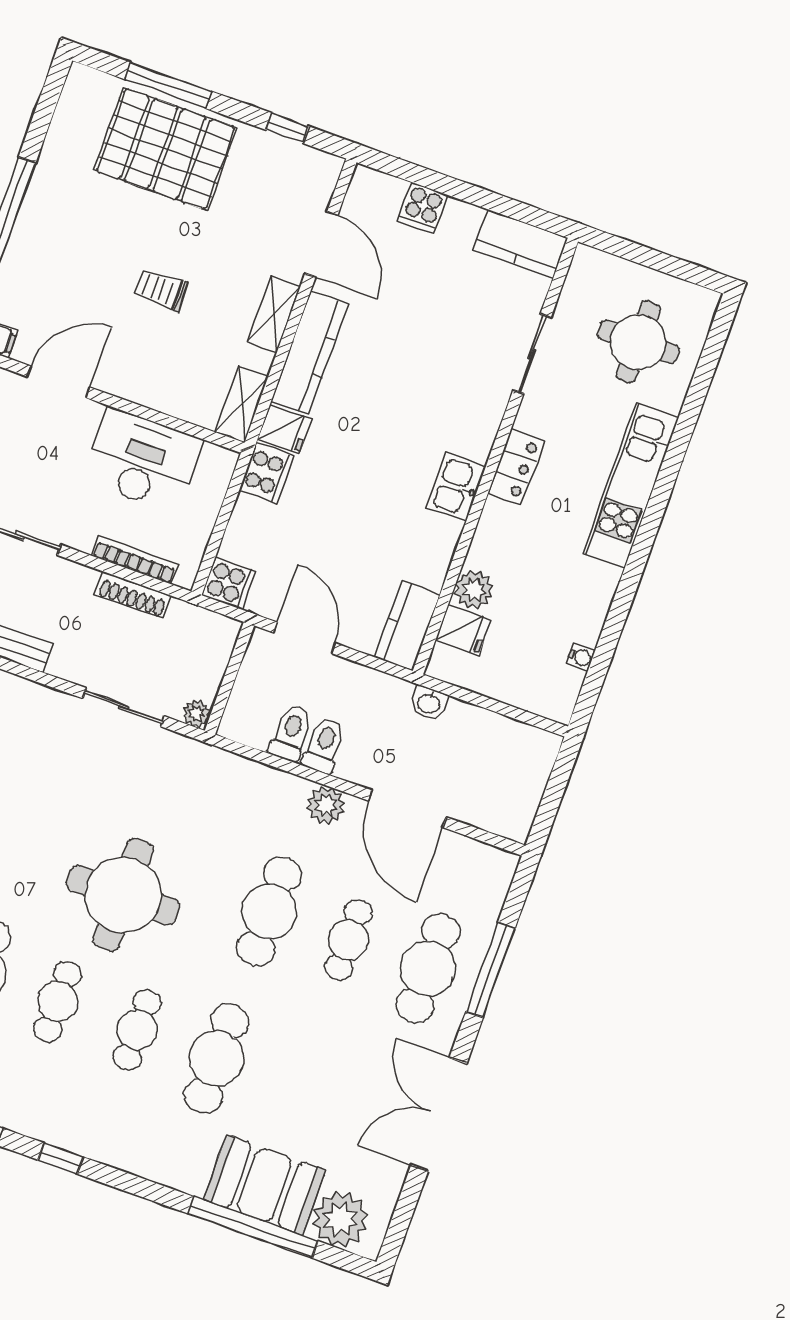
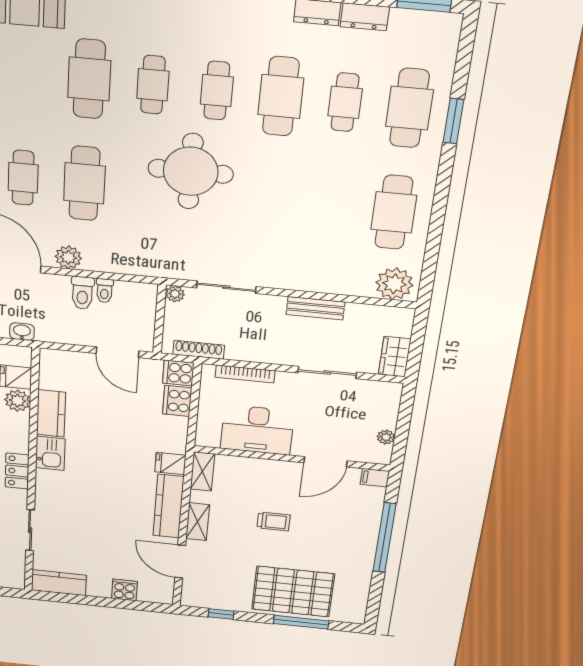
cooker: (266, 473) -> (177, 401), moved
shoe rack: (133, 595) -> (199, 350), moved
kitchen counter: (407, 626) -> (51, 414), moved
toilet: (291, 733) -> (104, 291), width x0.73, depth x0.72

